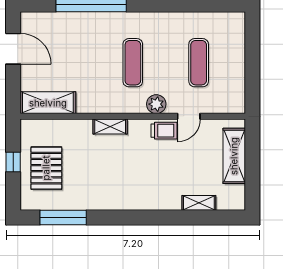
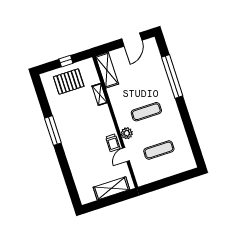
door: (189, 116) -> (126, 154), hinge flipped
shelving: (110, 127) -> (100, 94), moved
shelving: (199, 203) -> (77, 177), removed
window: (63, 217) -> (53, 131), moved

